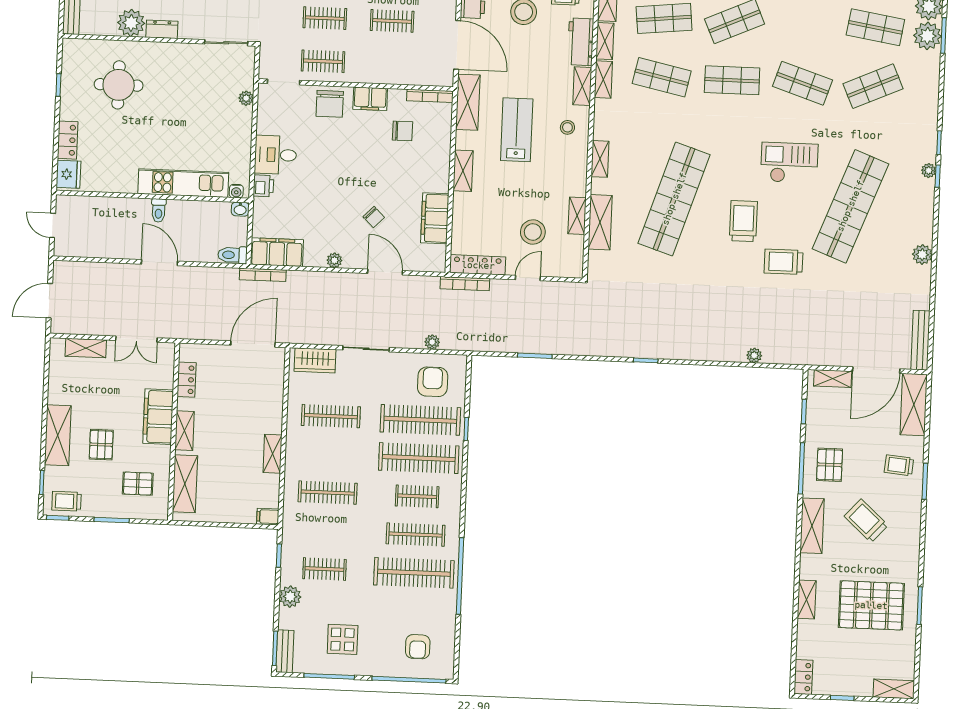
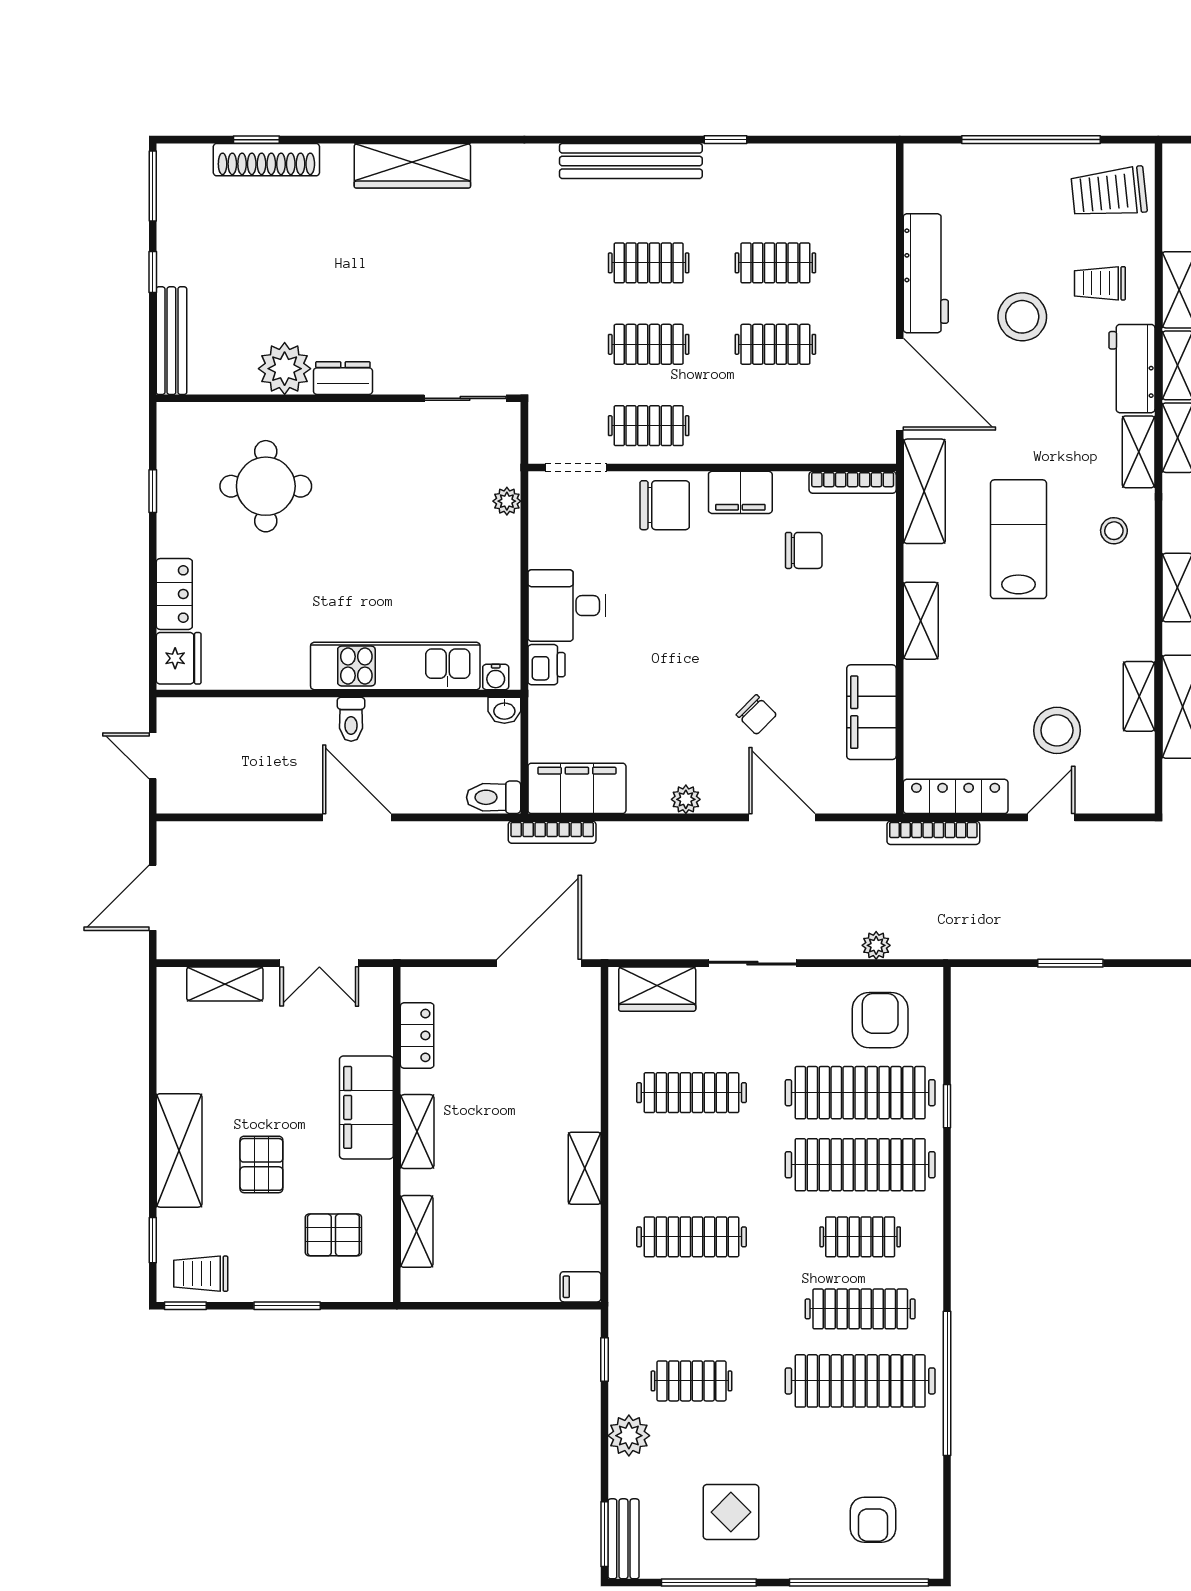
chair: (330, 104) -> (665, 505), turned -90
shelving: (185, 484) -> (417, 1231), width x0.67, depth x0.75

